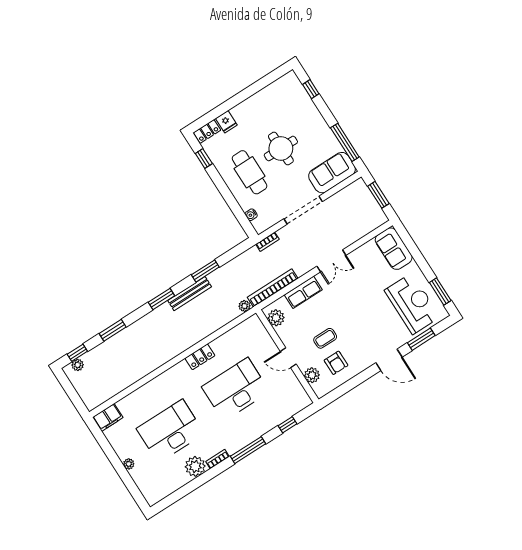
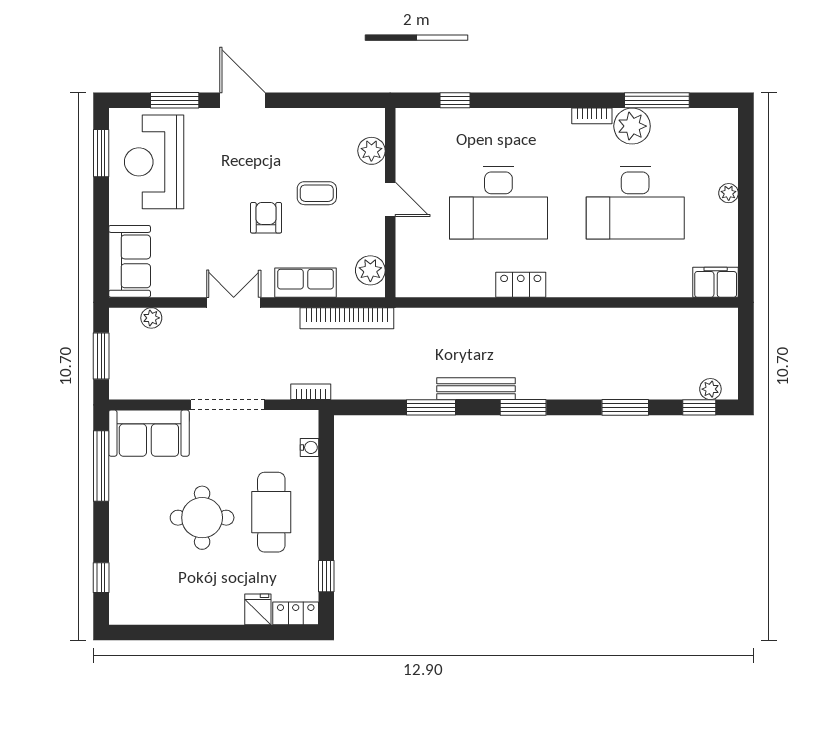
plant: (245, 306) -> (151, 318), moved
armchair: (336, 363) -> (266, 218), moved
window: (248, 450) -> (657, 100), moved

